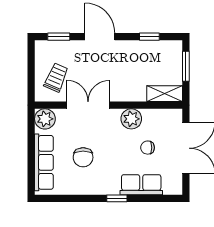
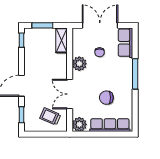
window: (149, 37) -> (21, 40), moved
chair: (83, 157) -> (106, 98), turned 180
row of seats: (141, 185) -> (126, 43), moved
window: (117, 198) -> (135, 74), width x2.17

